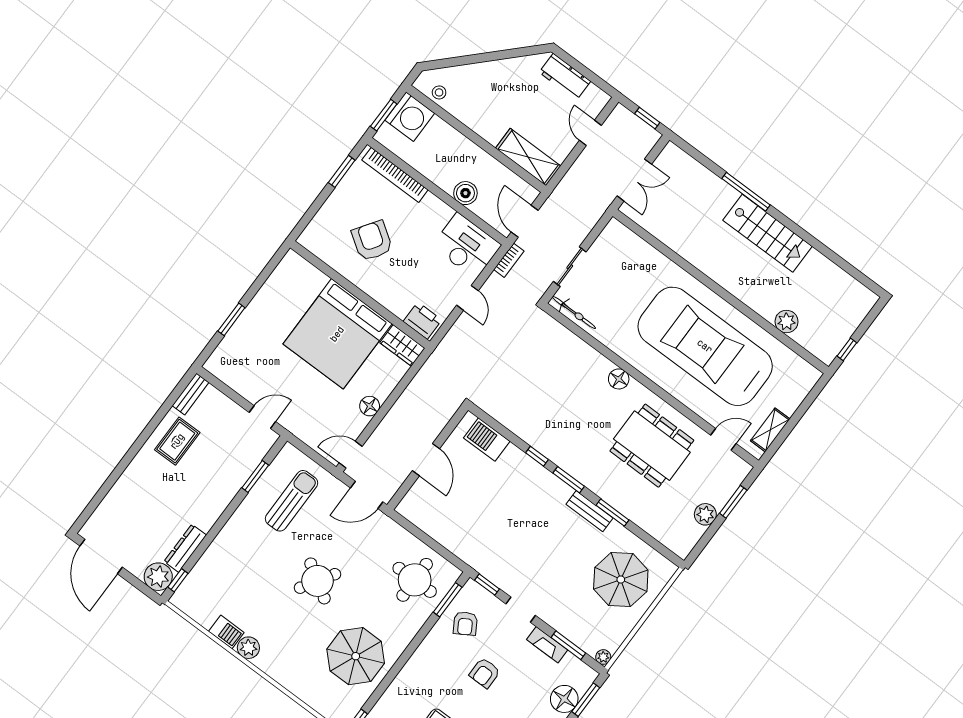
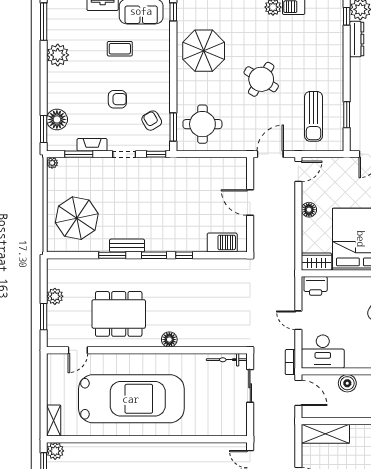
plant: (787, 322) -> (55, 451), moved
shelving: (770, 430) -> (54, 421), moved
armchair: (485, 673) -> (117, 99), turned 90

